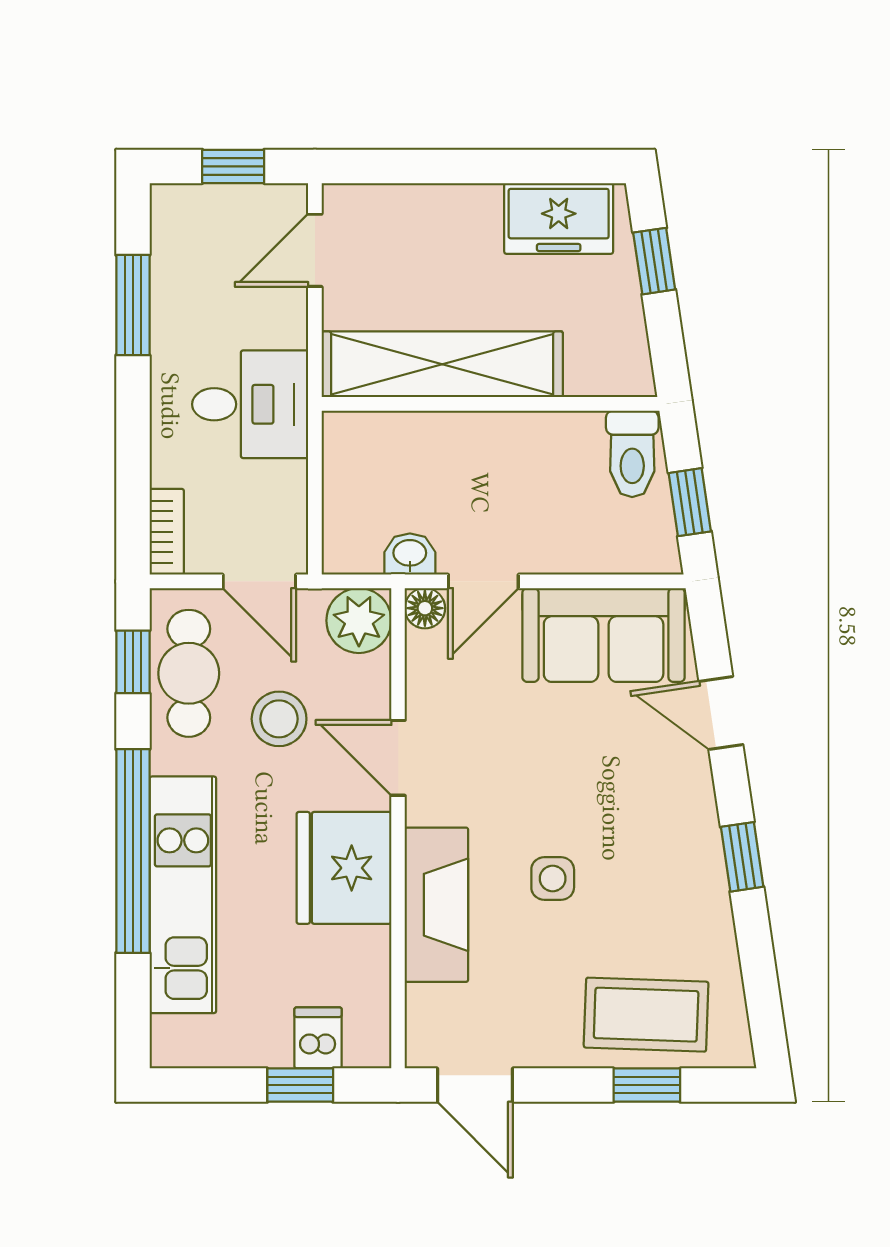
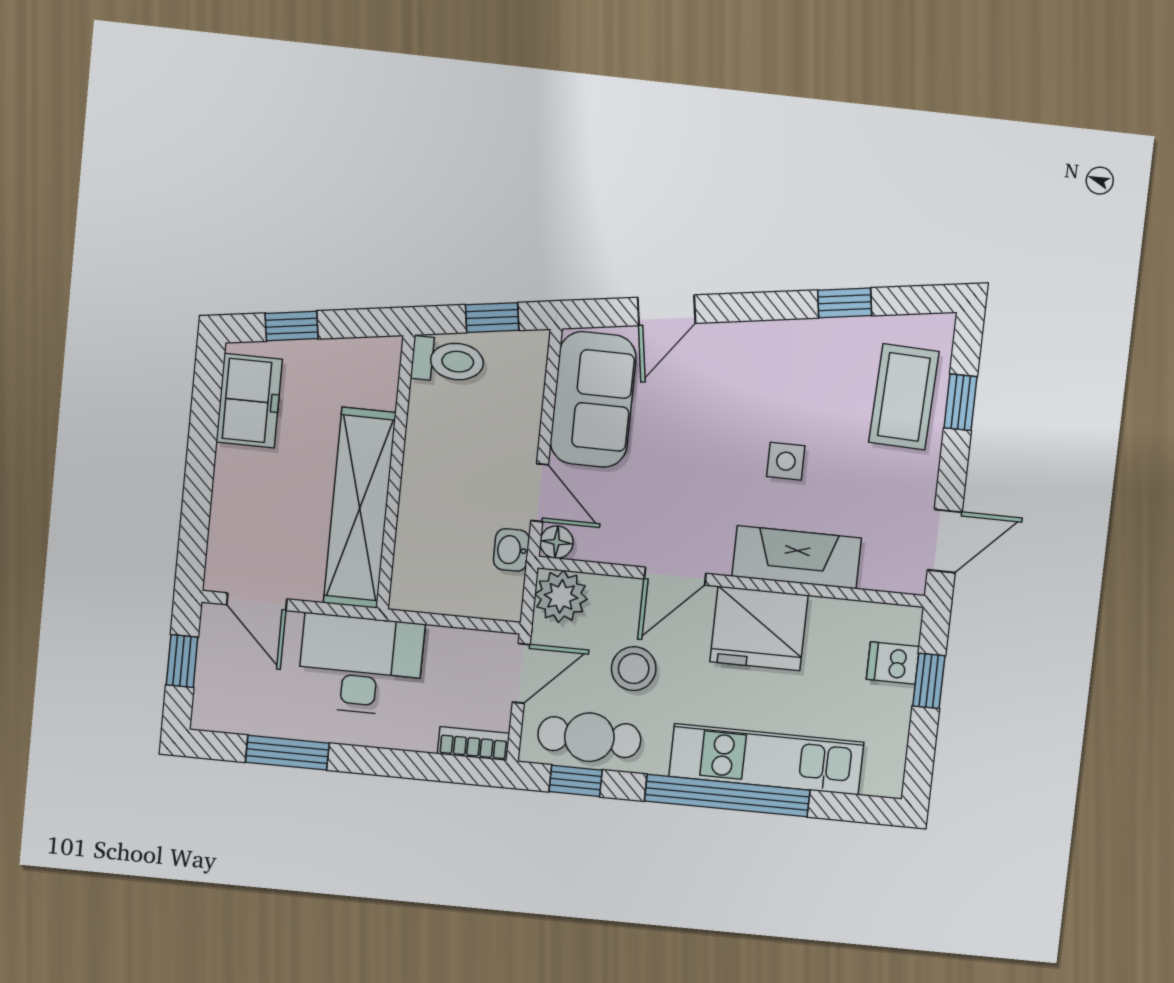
desk: (250, 404) -> (361, 665), width x1.37
window: (742, 857) -> (845, 303), moved

